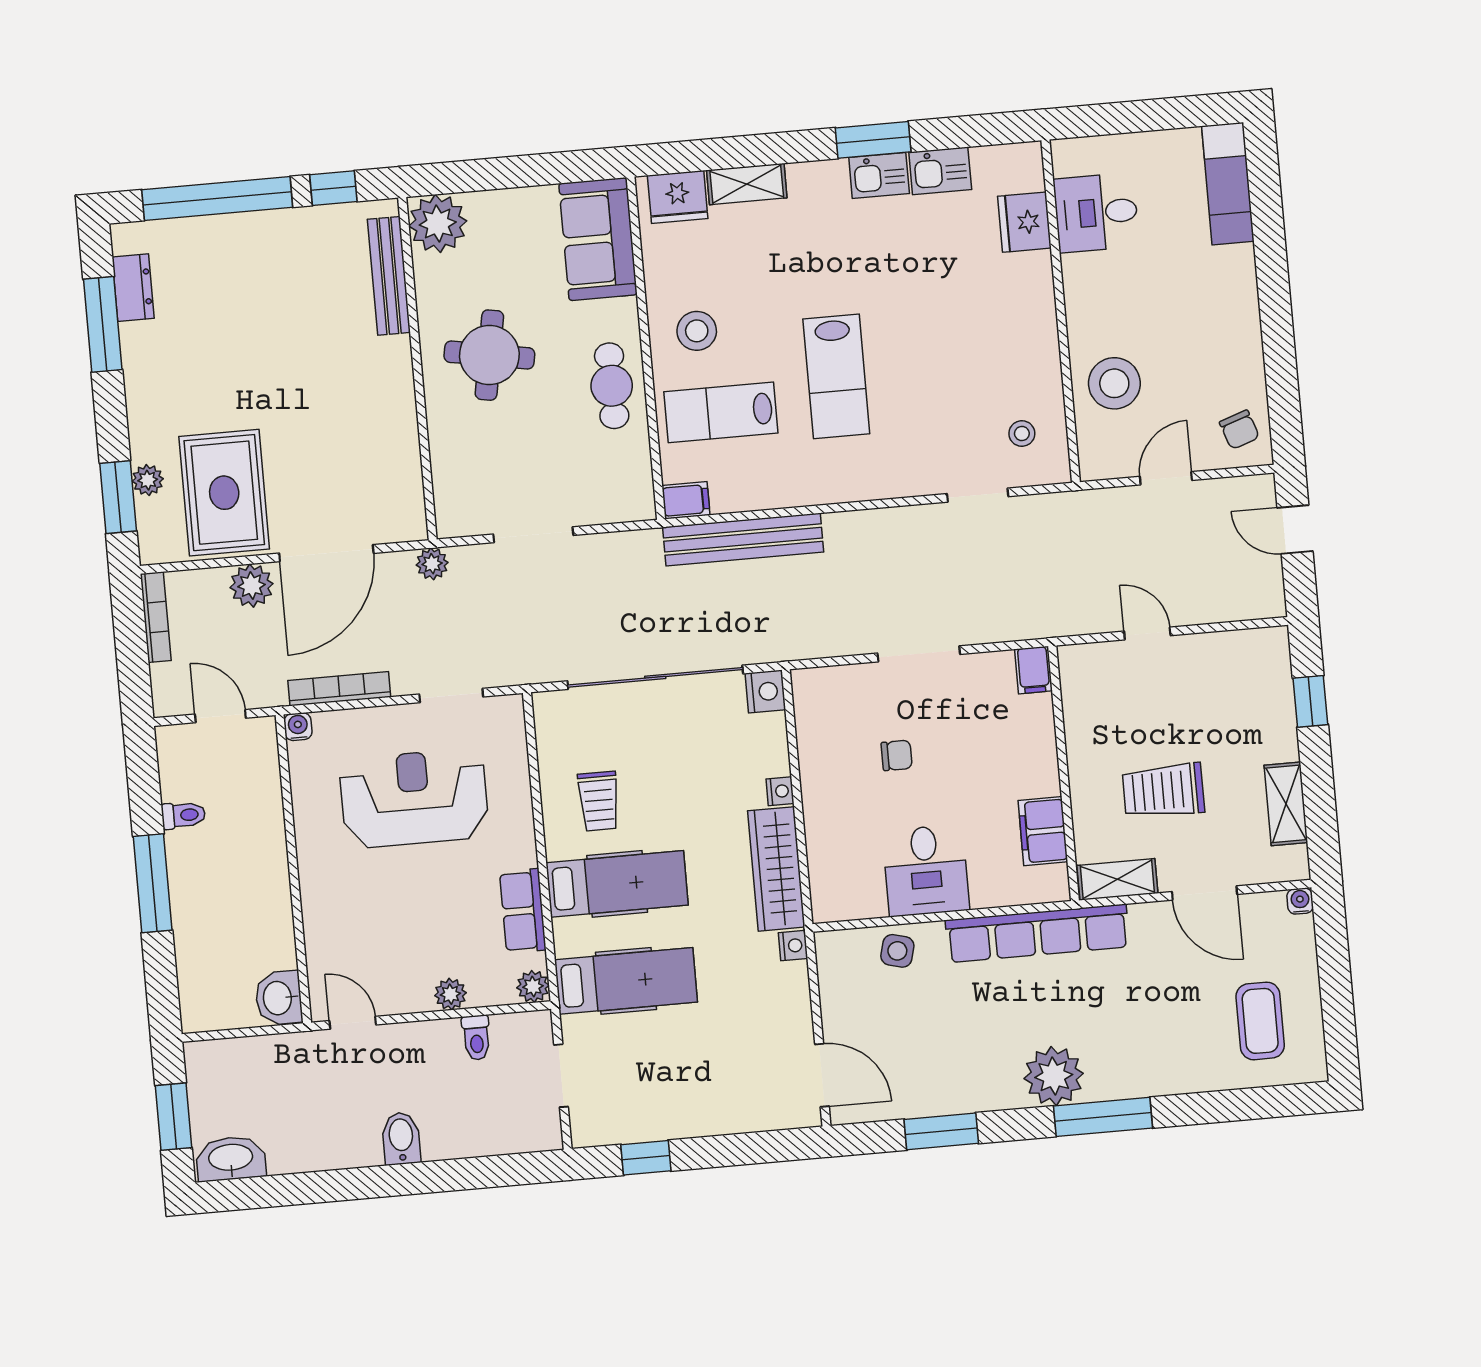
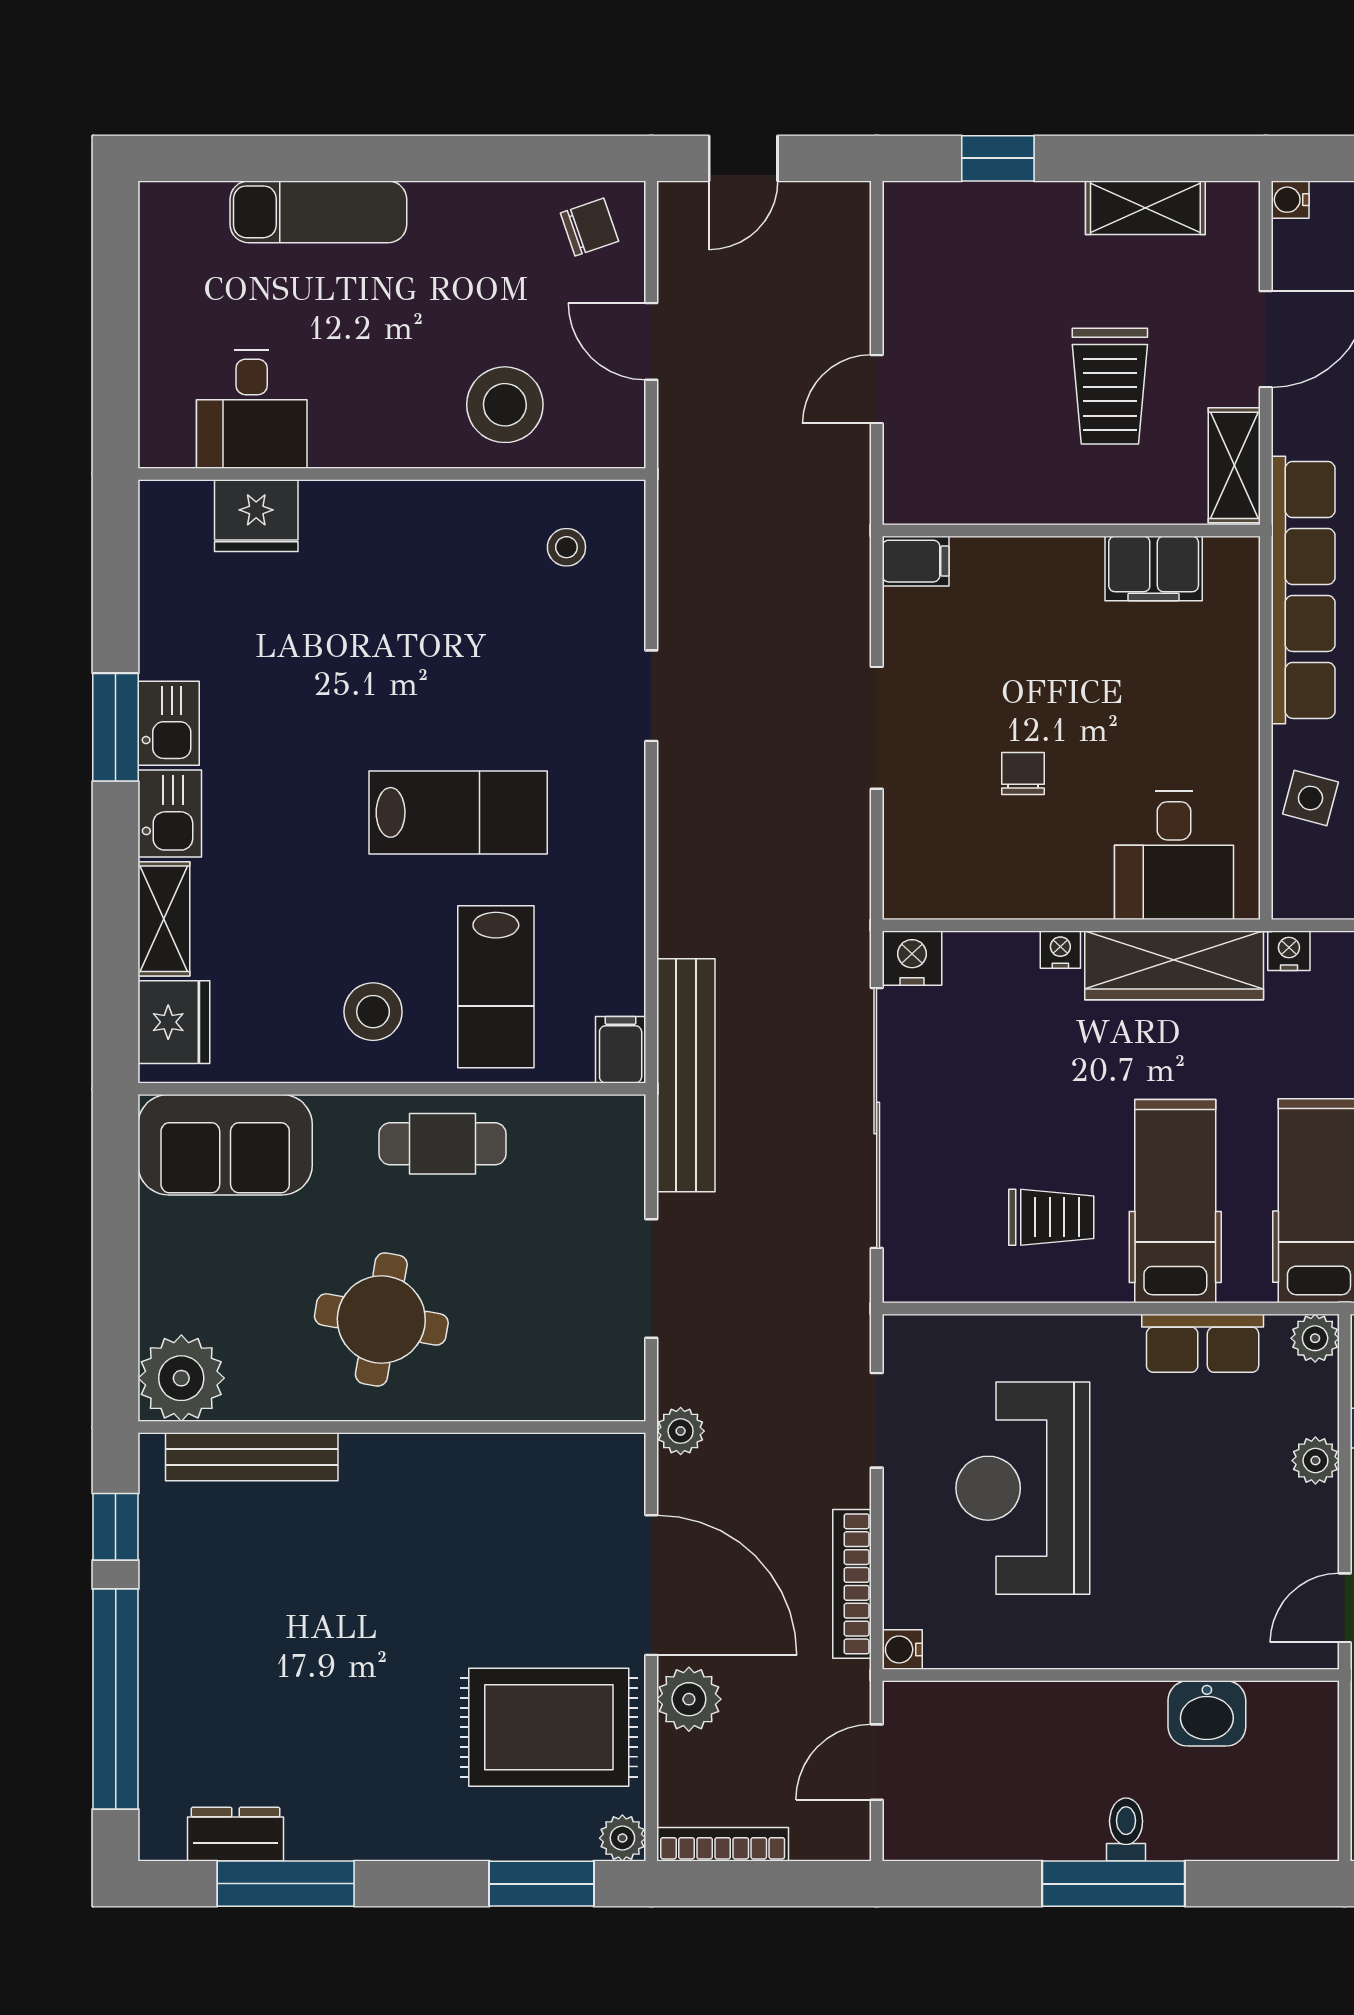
kitchen sink: (940, 171) -> (170, 813), moved
exam couch: (1228, 184) -> (318, 212), moved
plant: (148, 480) -> (622, 1838), moved
doorway: (978, 495) -> (651, 696), moved
bench: (743, 540) -> (686, 1075), moved
toilet: (183, 815) -> (1126, 1829), moved
desk: (926, 870) -> (1174, 855), moved, turned 90
washbasin: (279, 998) -> (1207, 1713), moved

